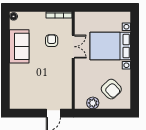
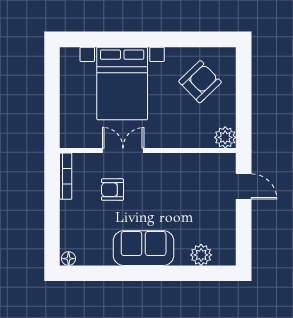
sofa: (19, 46) -> (144, 248), moved
plant: (16, 90) -> (201, 255), added
plant: (93, 103) -> (225, 137), moved

